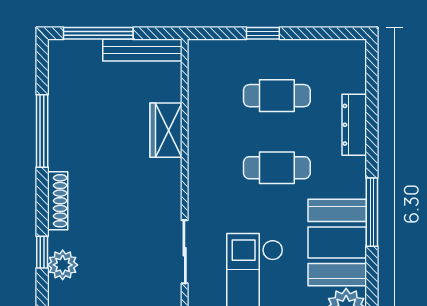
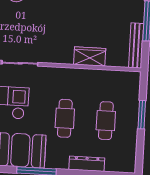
window: (263, 33) -> (142, 115), width x1.50

